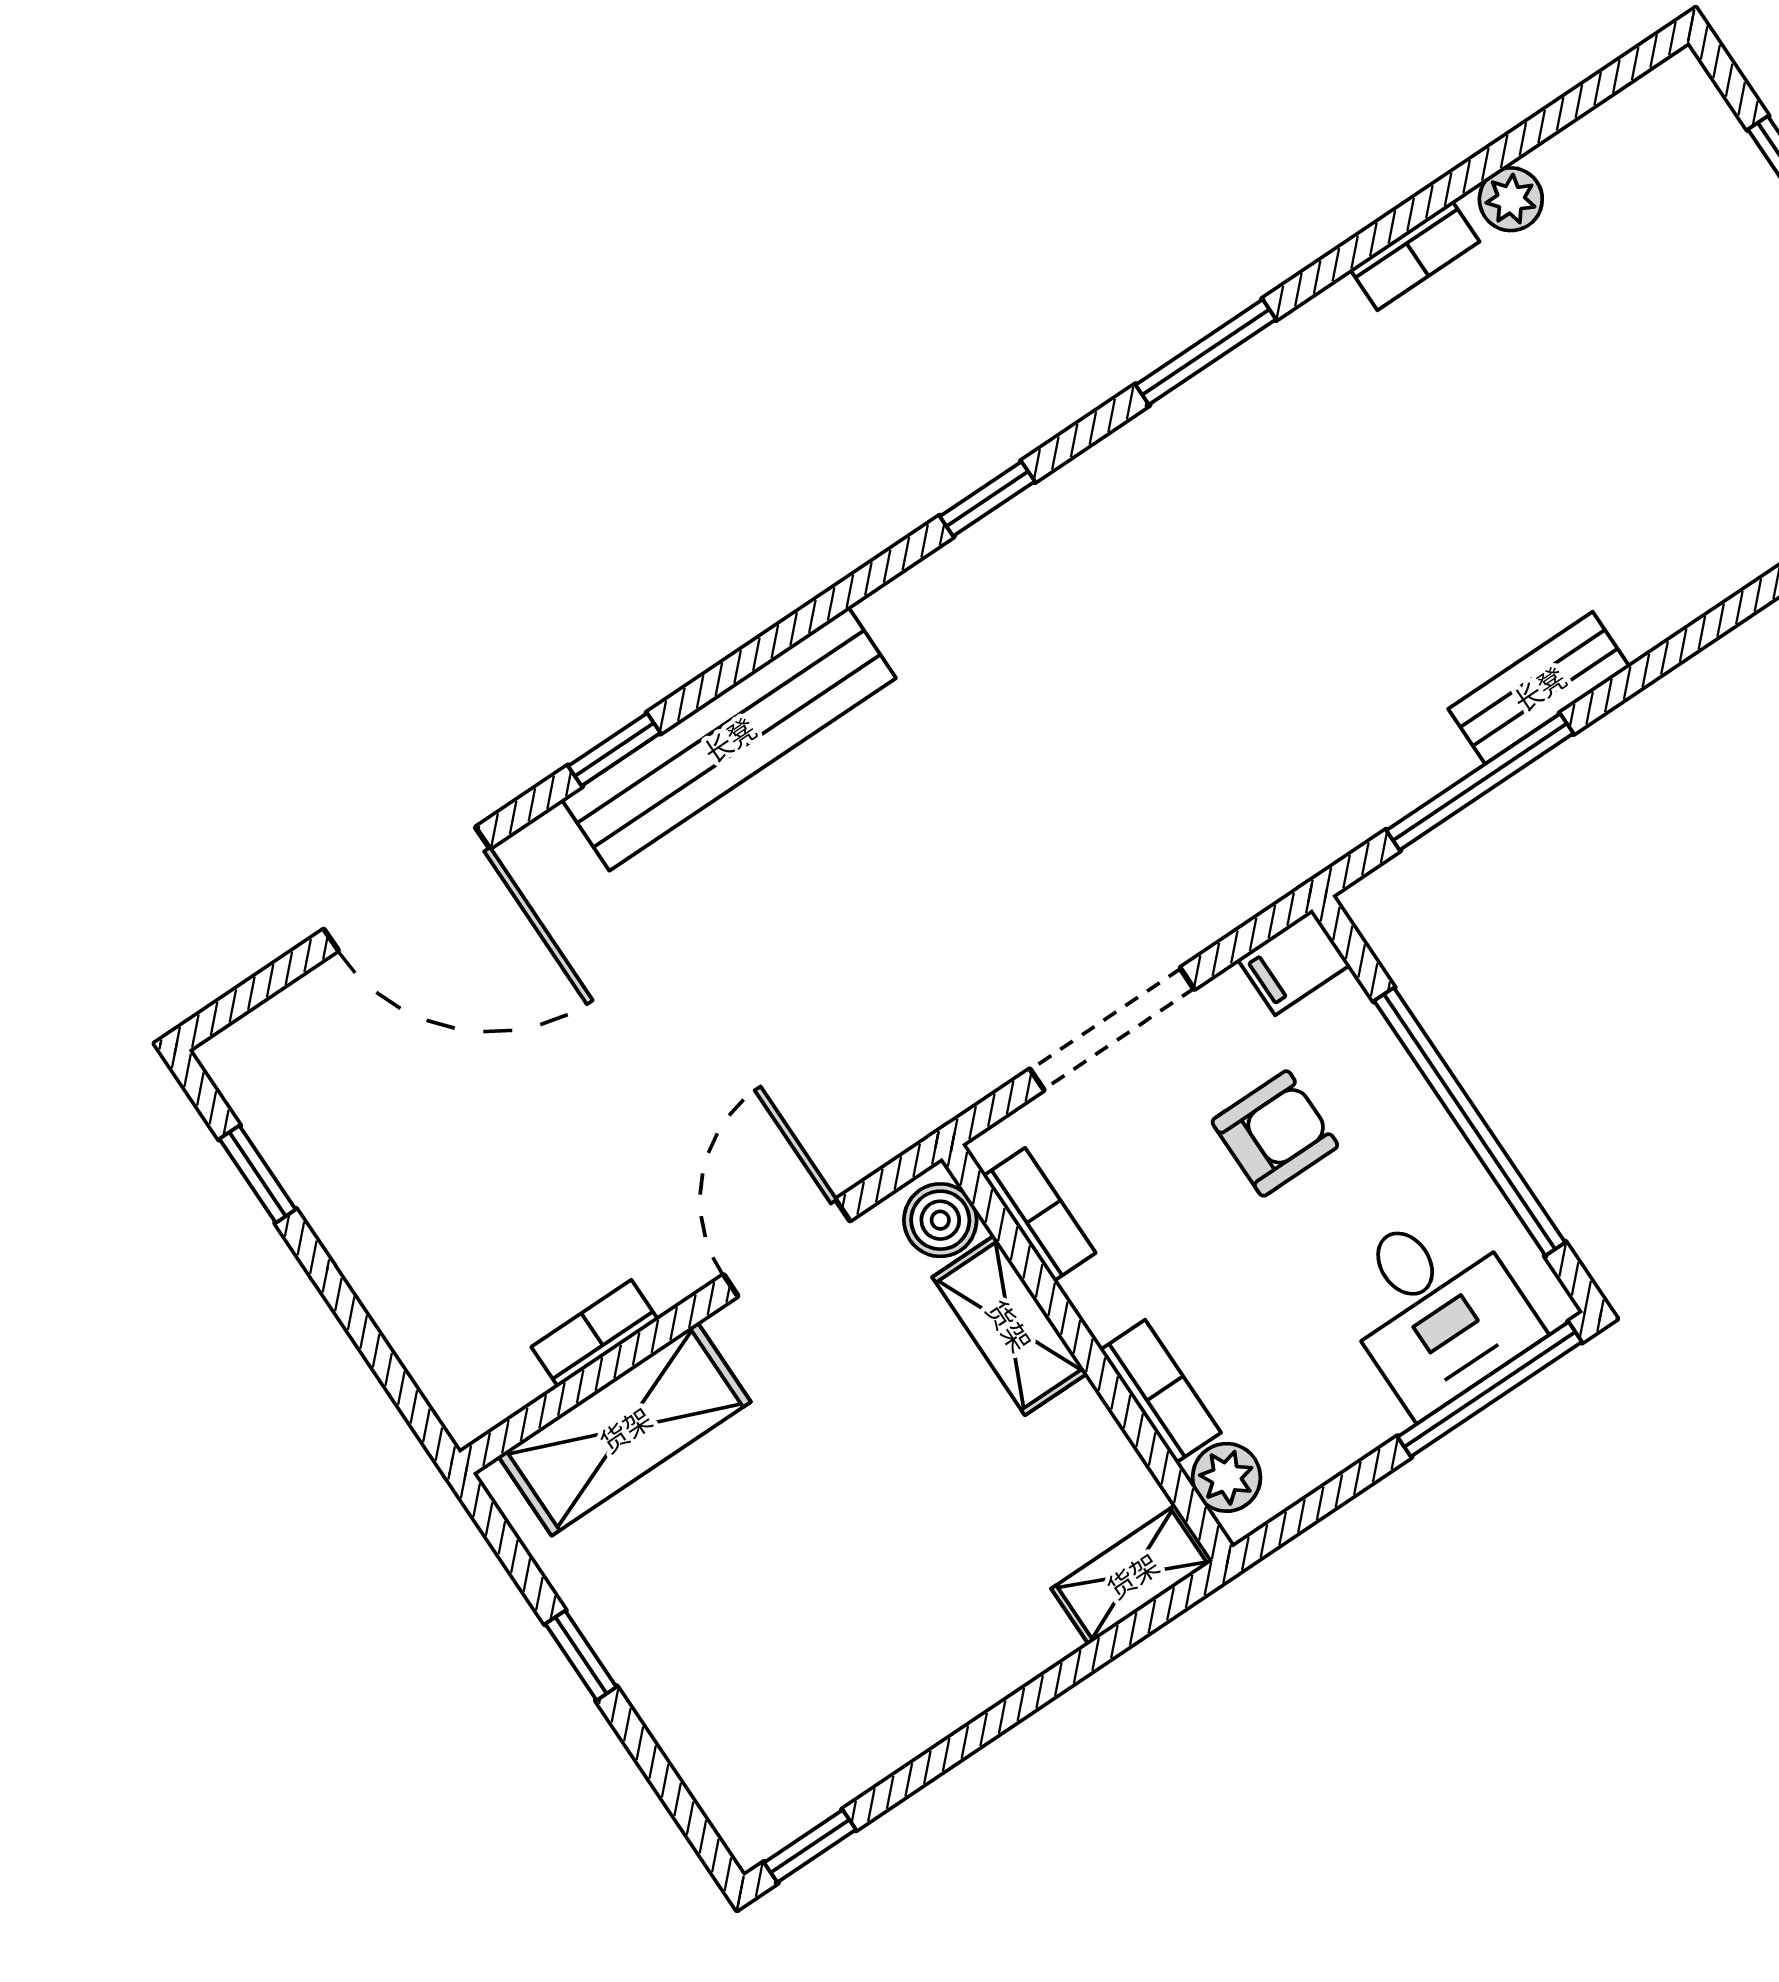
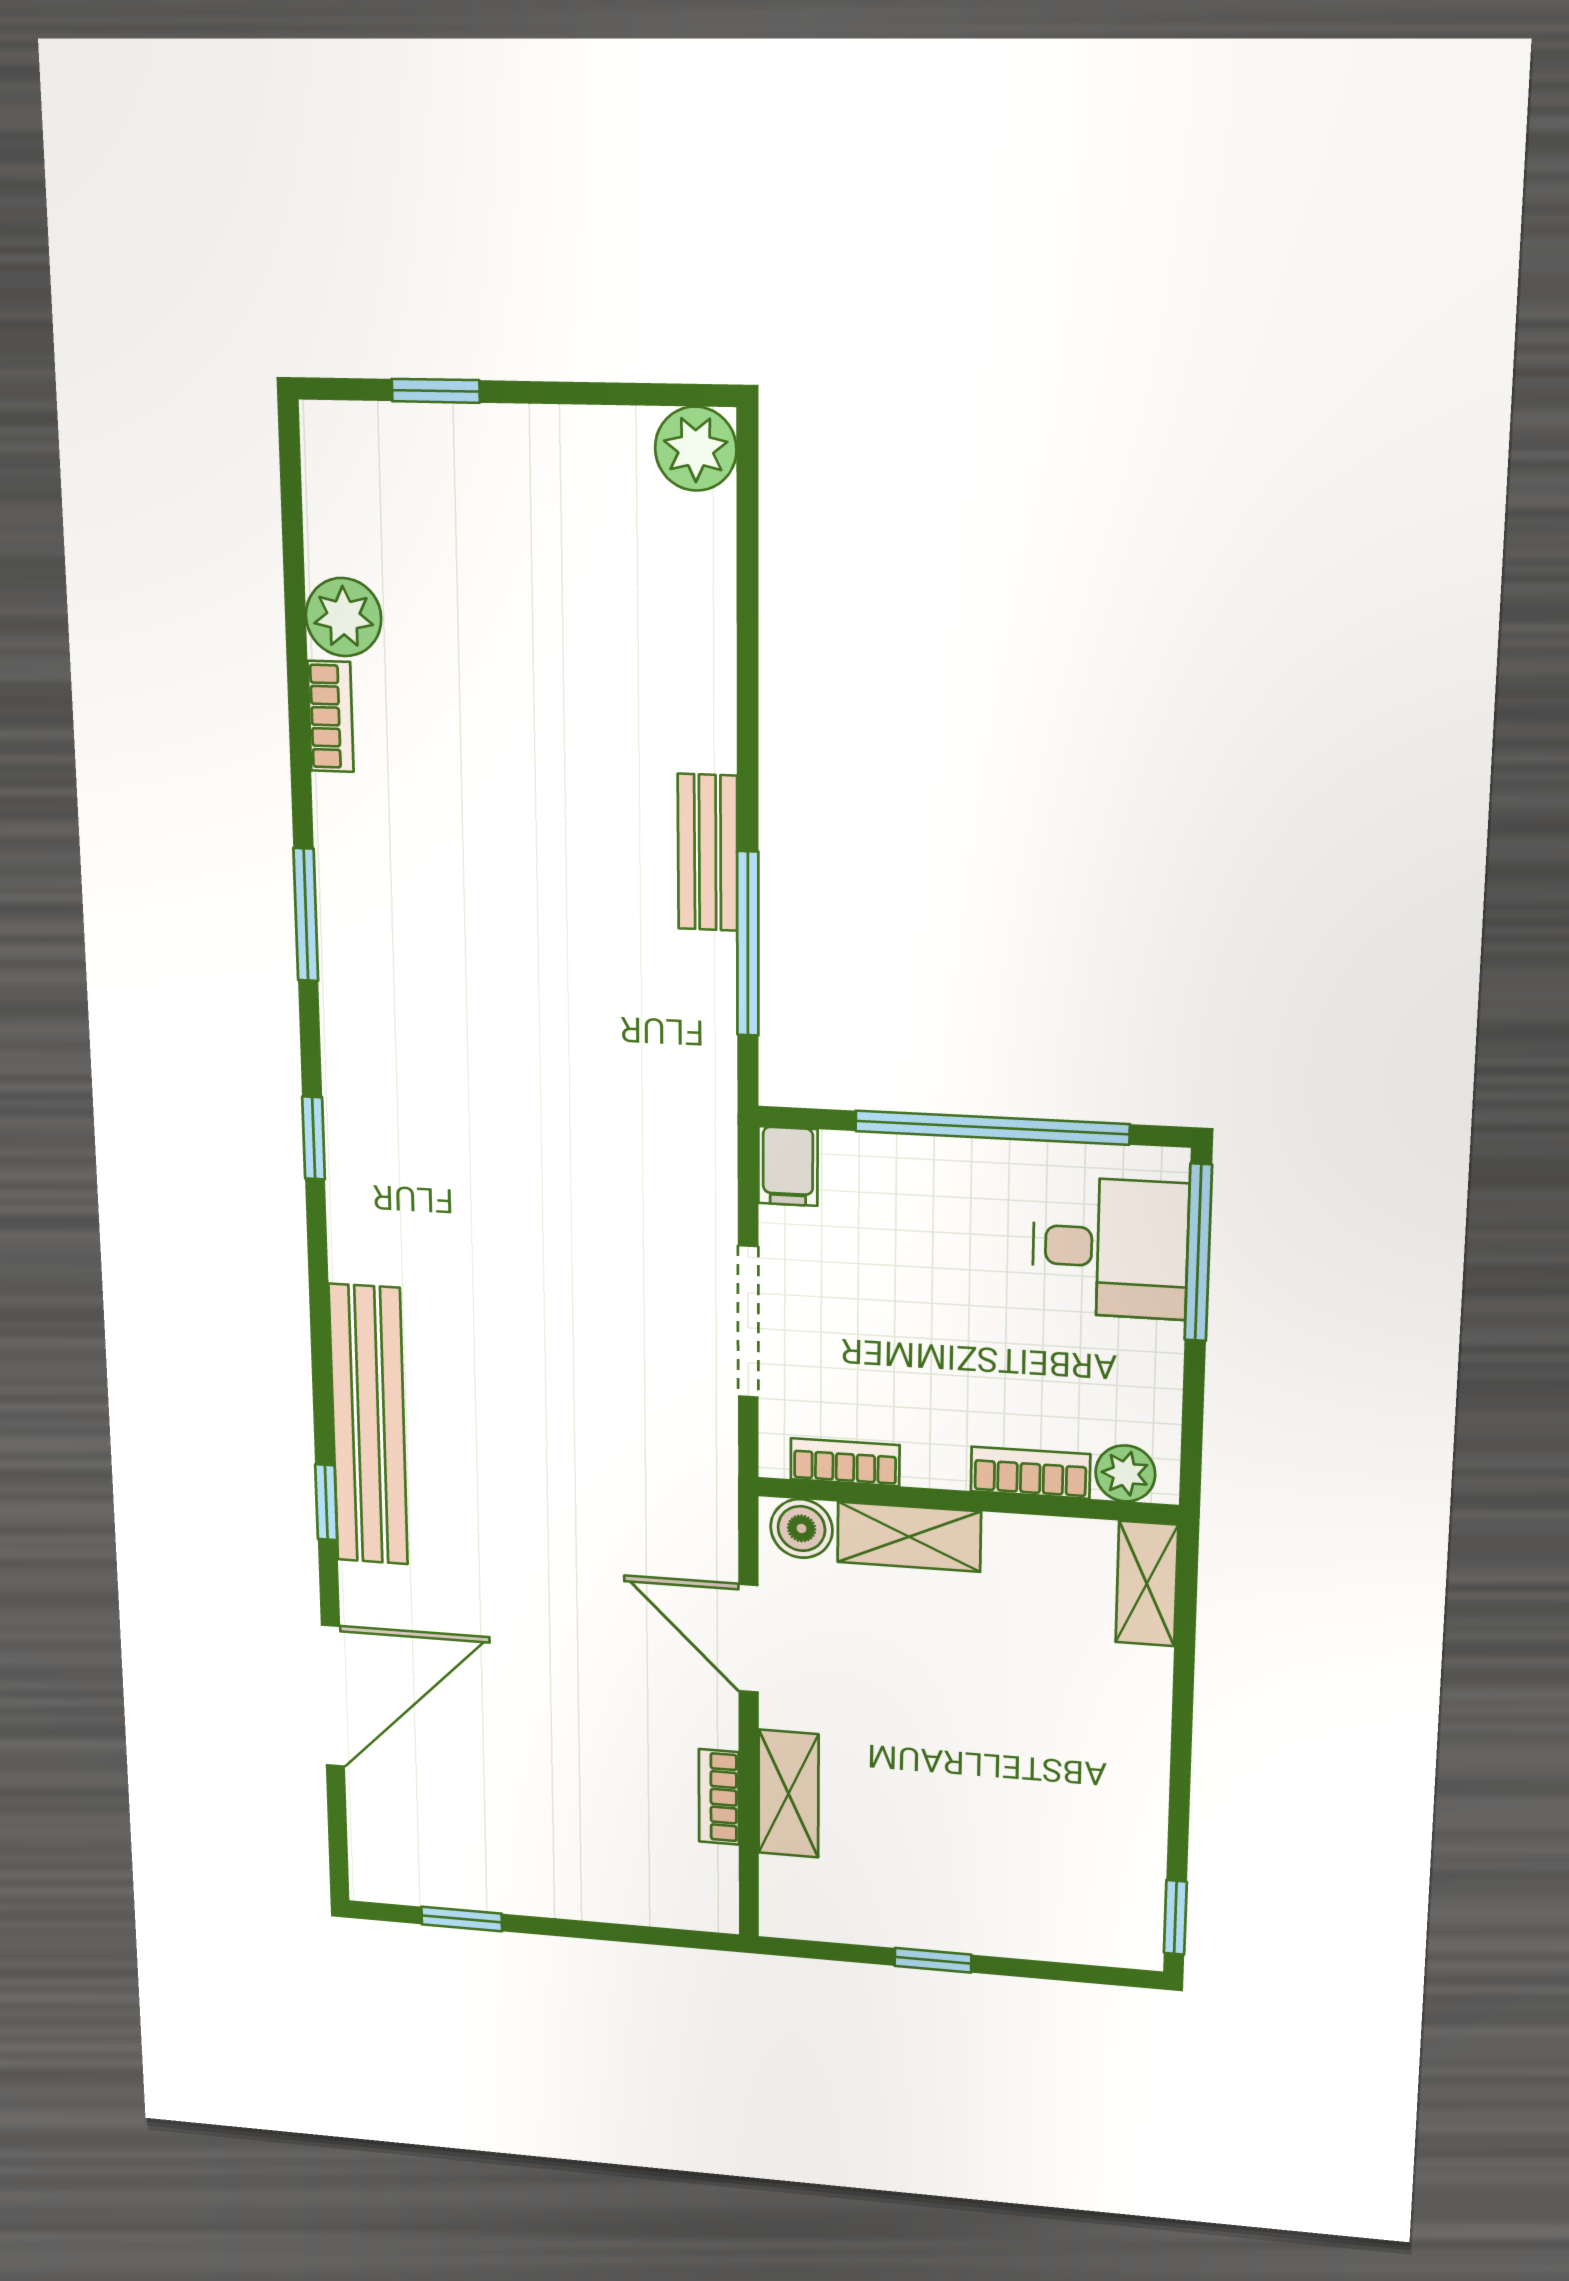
plant: (1511, 199) -> (343, 617), width x1.38, depth x1.38
armchair: (1275, 1133) -> (902, 1266), removed
shelving: (625, 1429) -> (788, 1794), width x0.67, depth x0.75

